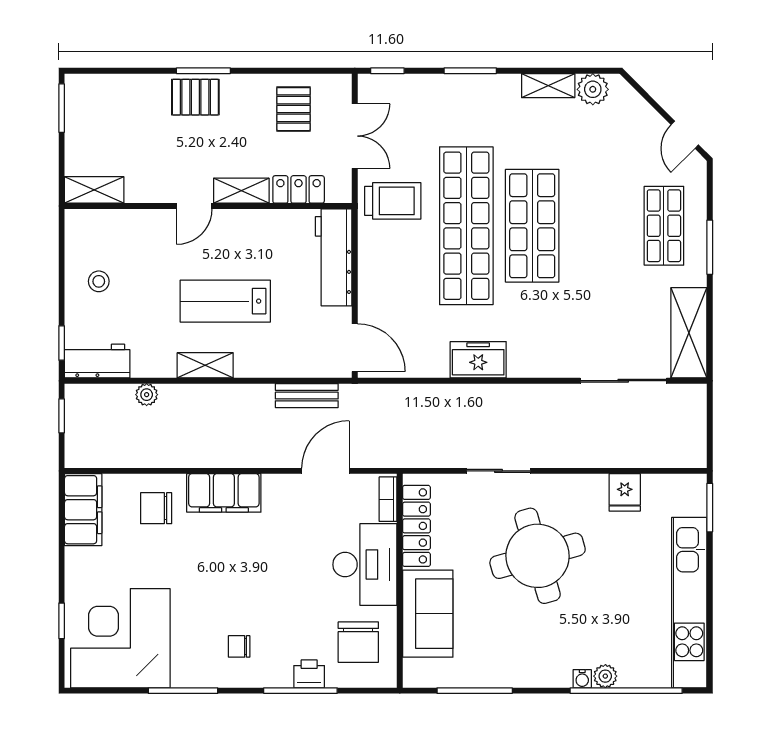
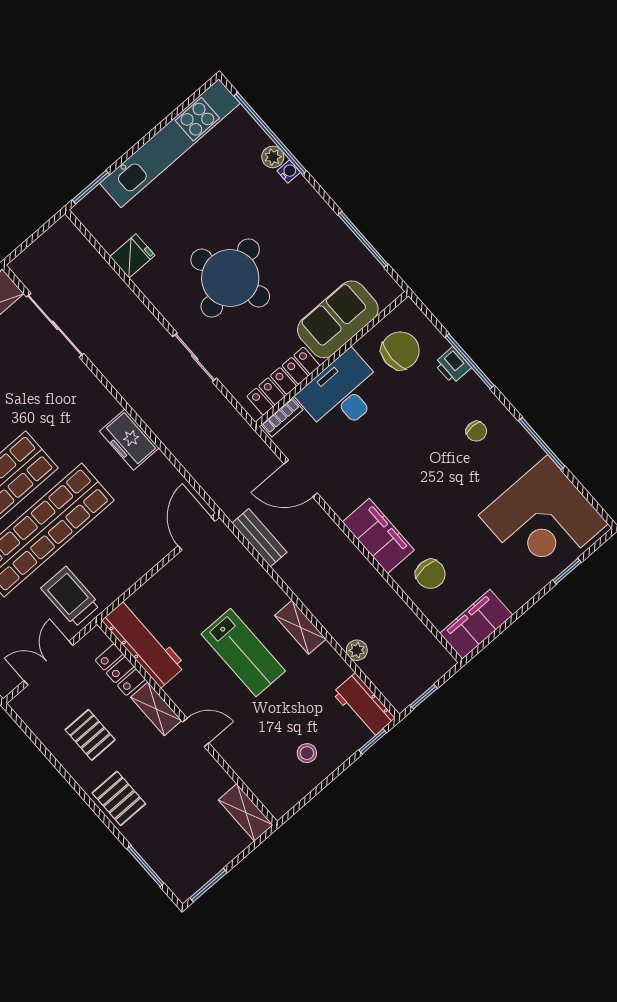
window: (203, 71) -> (145, 866), moved
pallet: (294, 109) -> (90, 735), moved, turned 90
workbench: (334, 257) -> (144, 643), moved, turned -90

